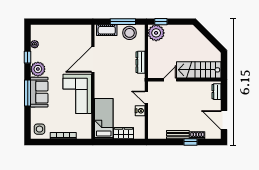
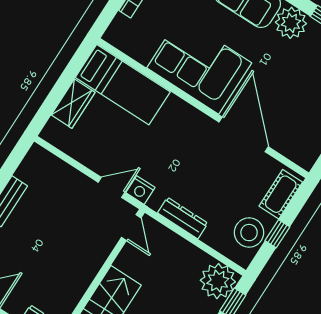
window: (123, 22) -> (277, 234), width x0.46
door: (170, 80) -> (131, 228), moved
nightstand: (140, 111) -> (140, 190), moved

